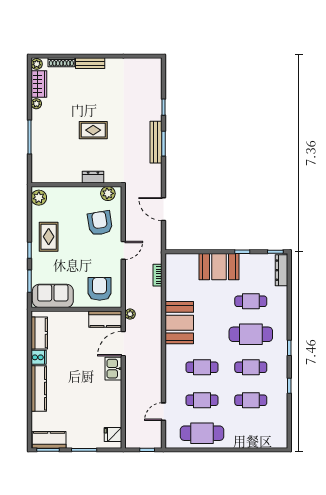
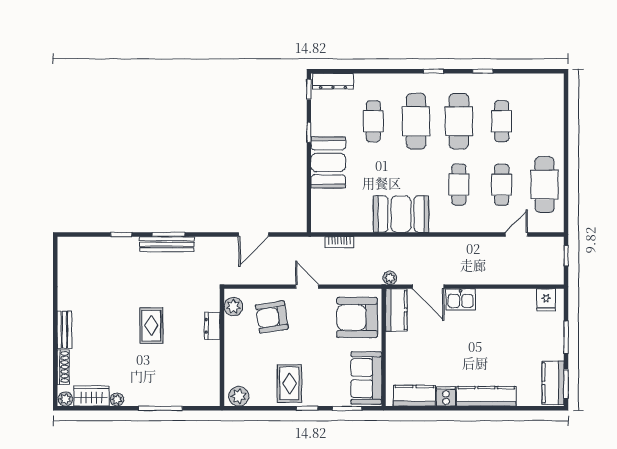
rug: (49, 237) -> (289, 383), turned 90
armchair: (100, 289) -> (357, 317), width x1.36, depth x1.36
cafe table: (251, 367) -> (459, 121), width x1.37, depth x1.35
door: (163, 412) -> (516, 235), swing flipped

